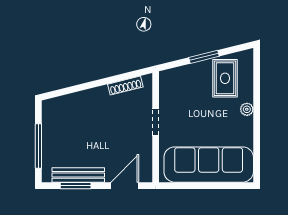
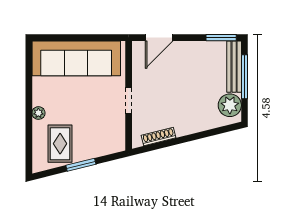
plant: (53, 117) -> (230, 105), added
bench: (78, 175) -> (234, 67), moved, turned 90
window: (76, 186) -> (221, 38), moved

